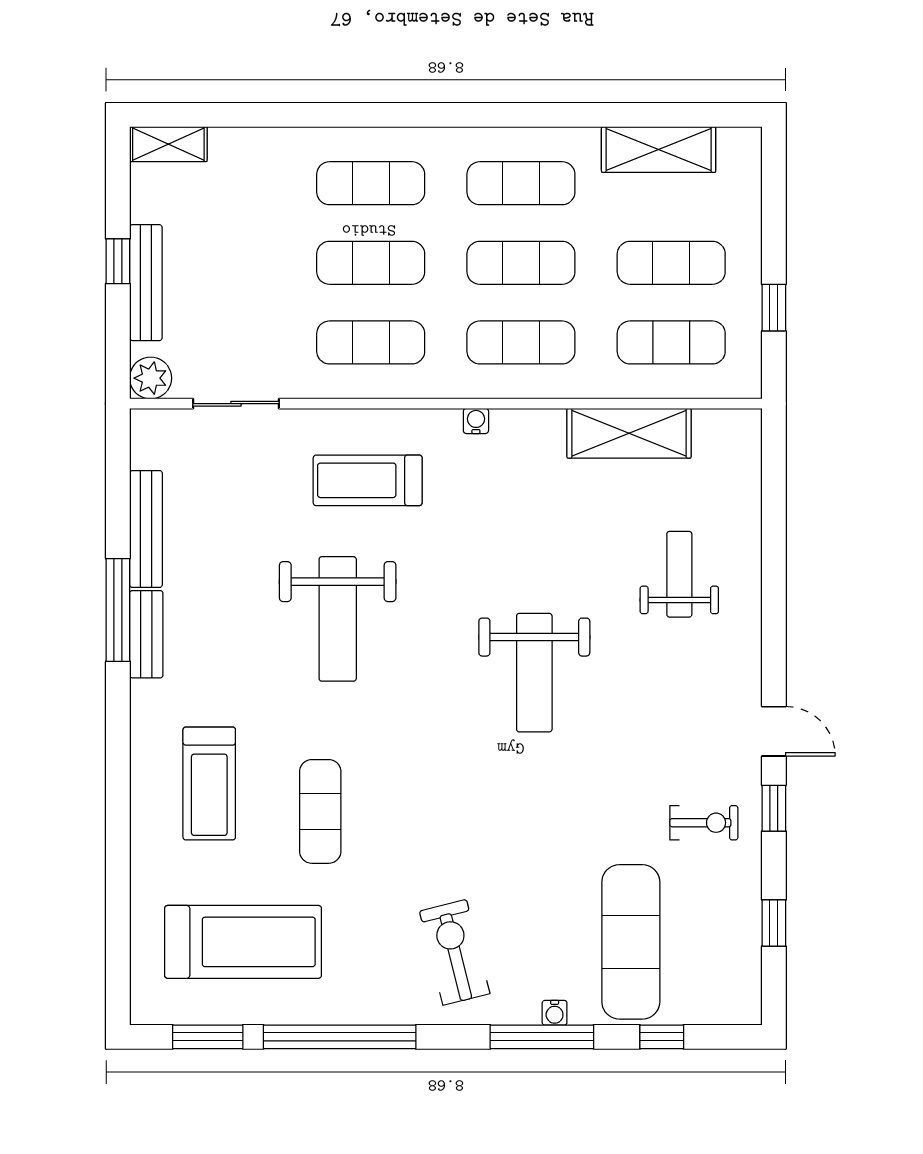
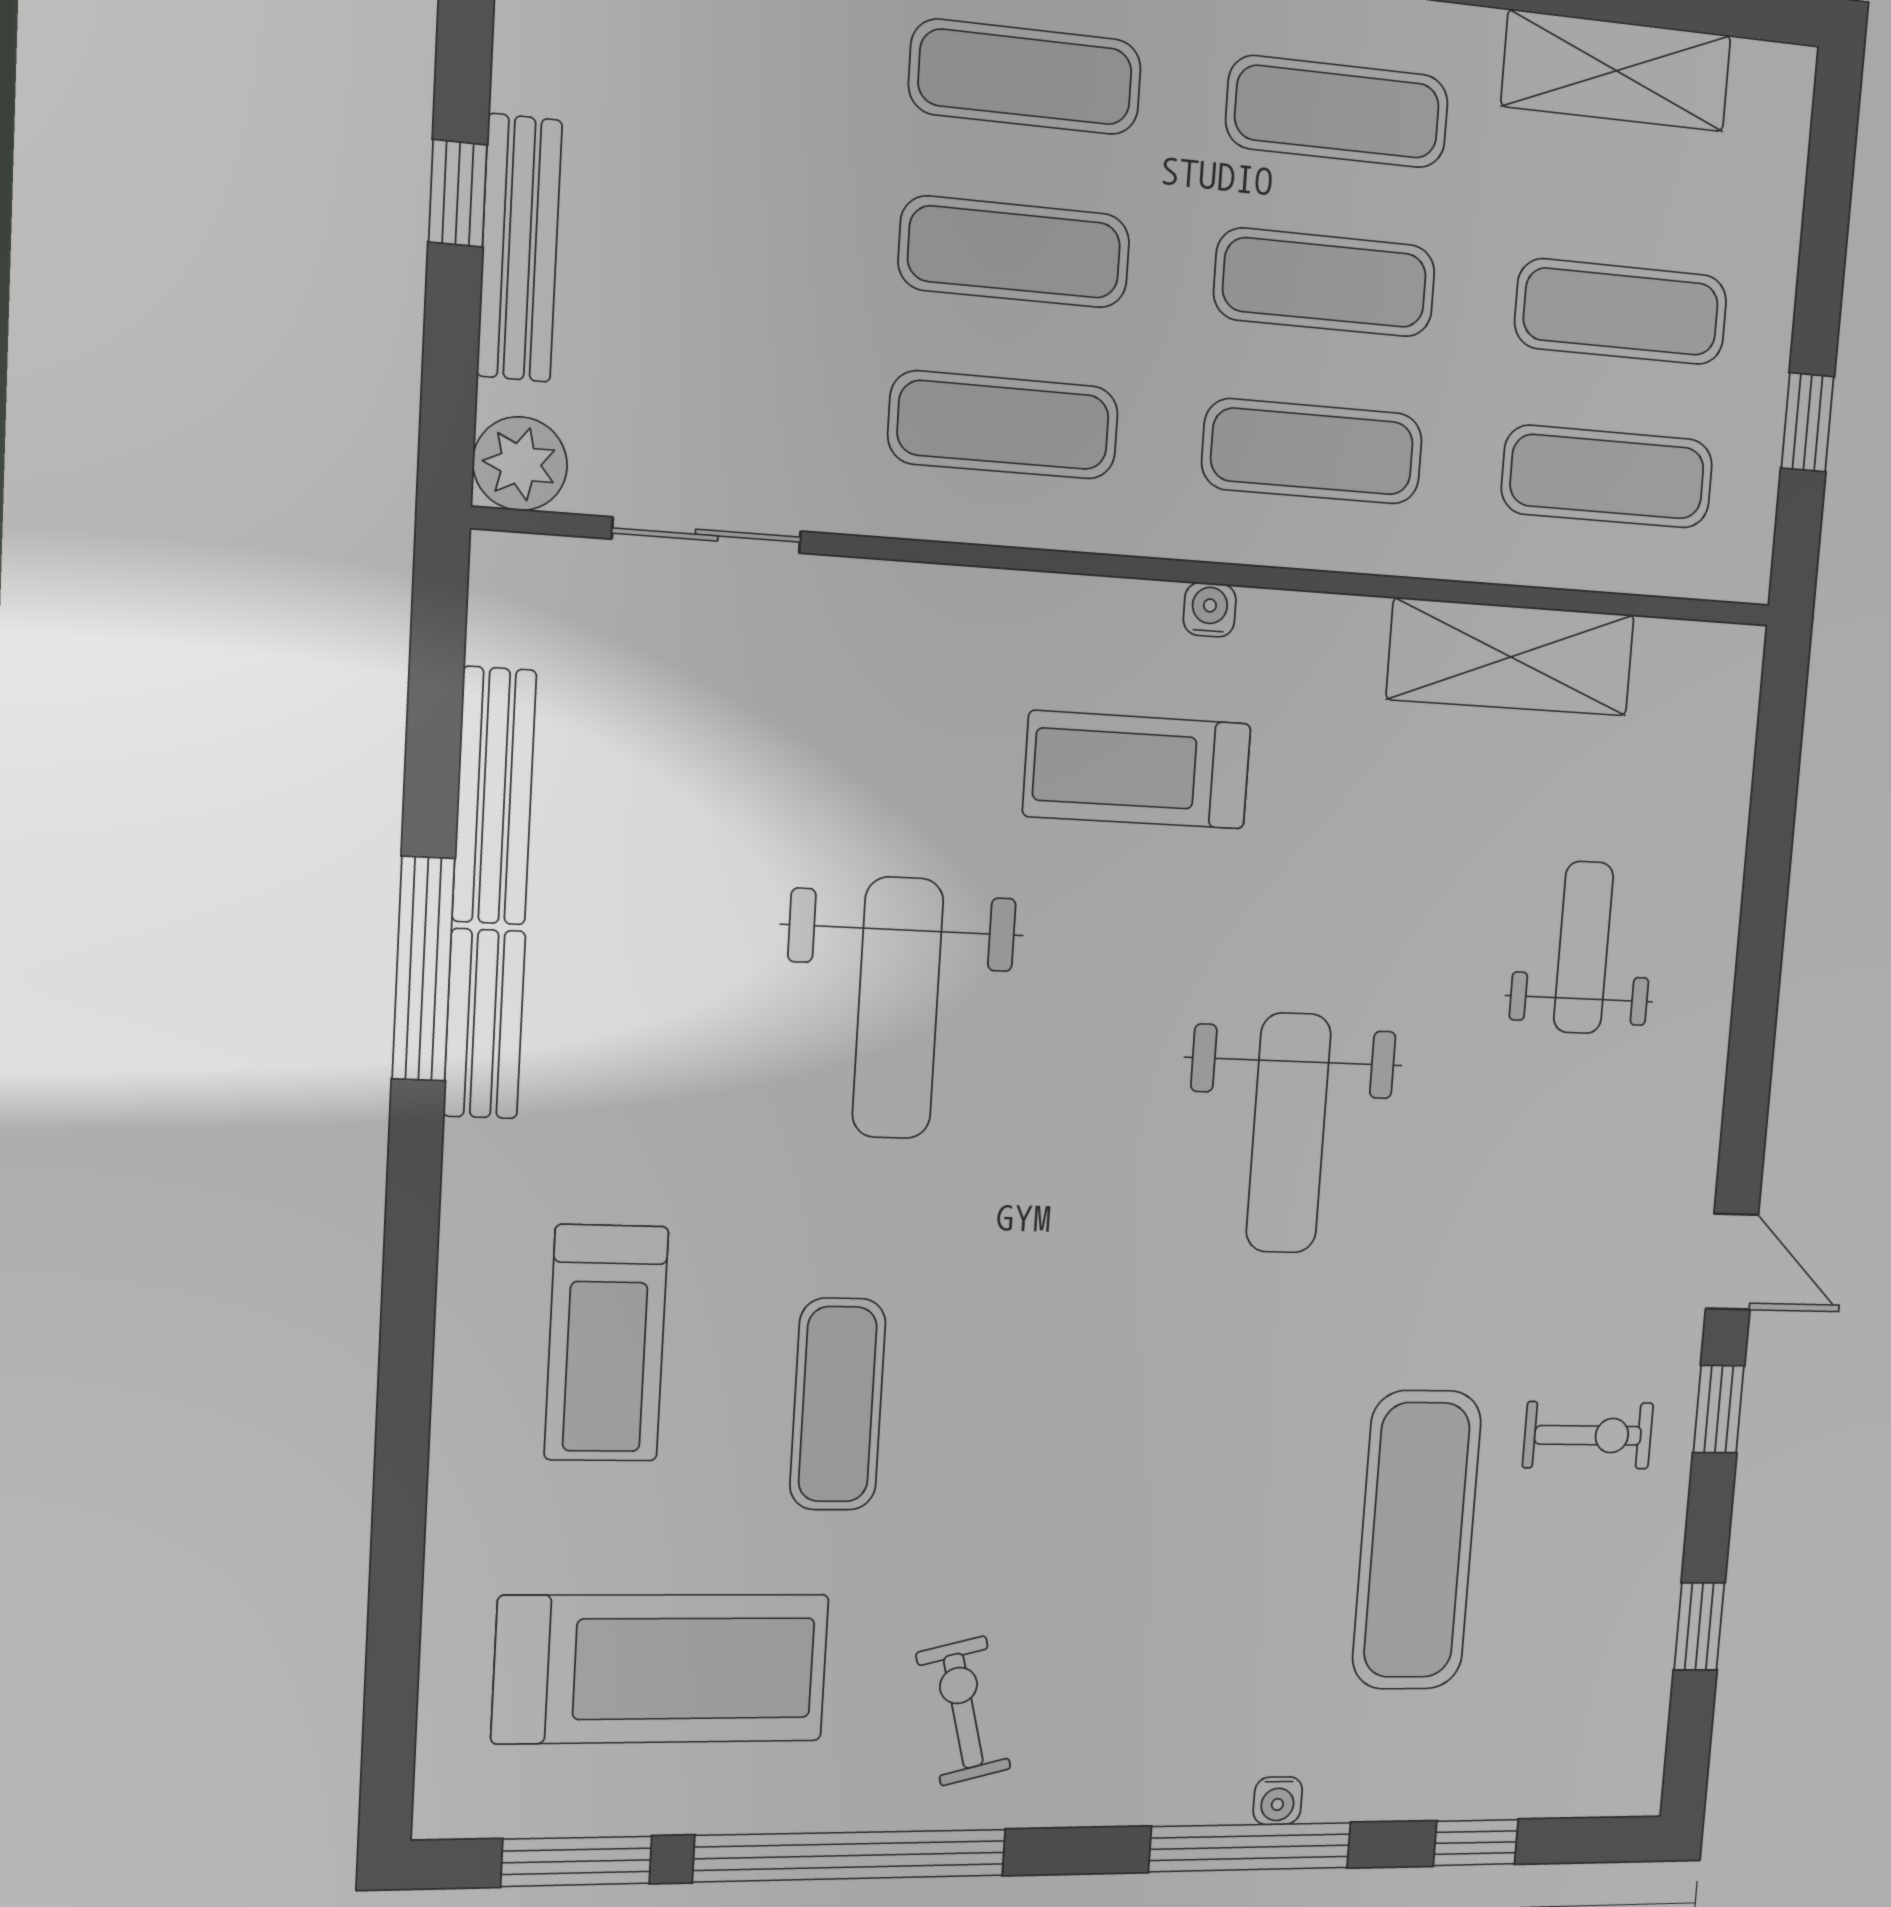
treadmill: (368, 480) -> (1137, 770), moved
exercise mat: (631, 942) -> (1417, 1540), moved
exercise bike: (455, 952) -> (963, 1711), moved, width x0.73, depth x0.72

